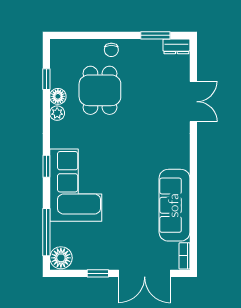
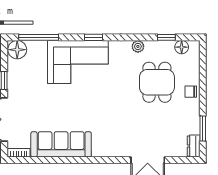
dining table: (100, 90) -> (157, 82), turned 90
floor lamp: (58, 96) -> (182, 47), moved

